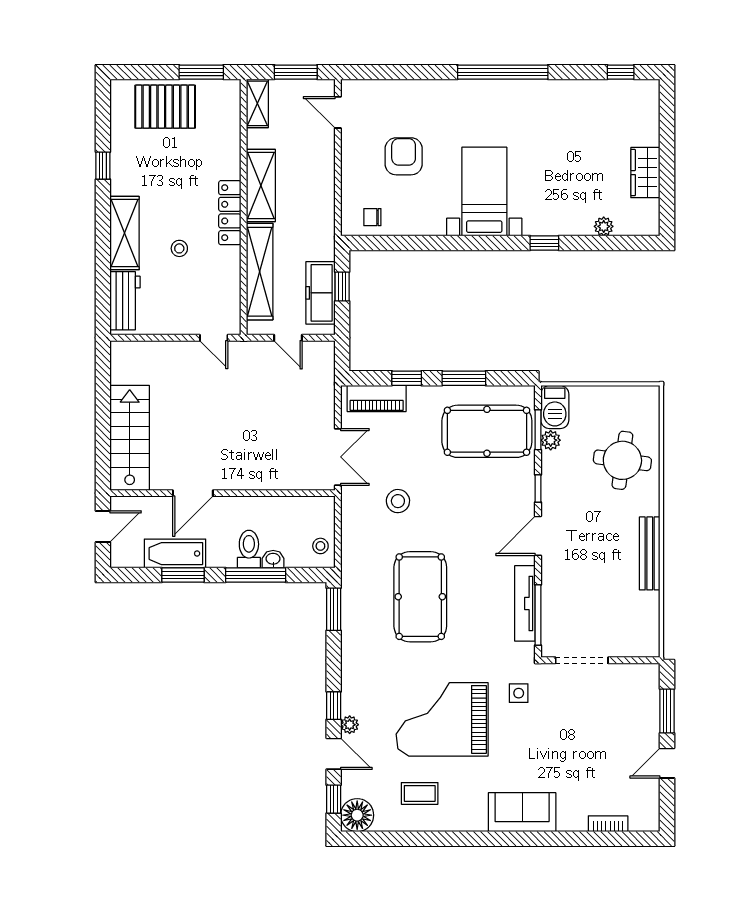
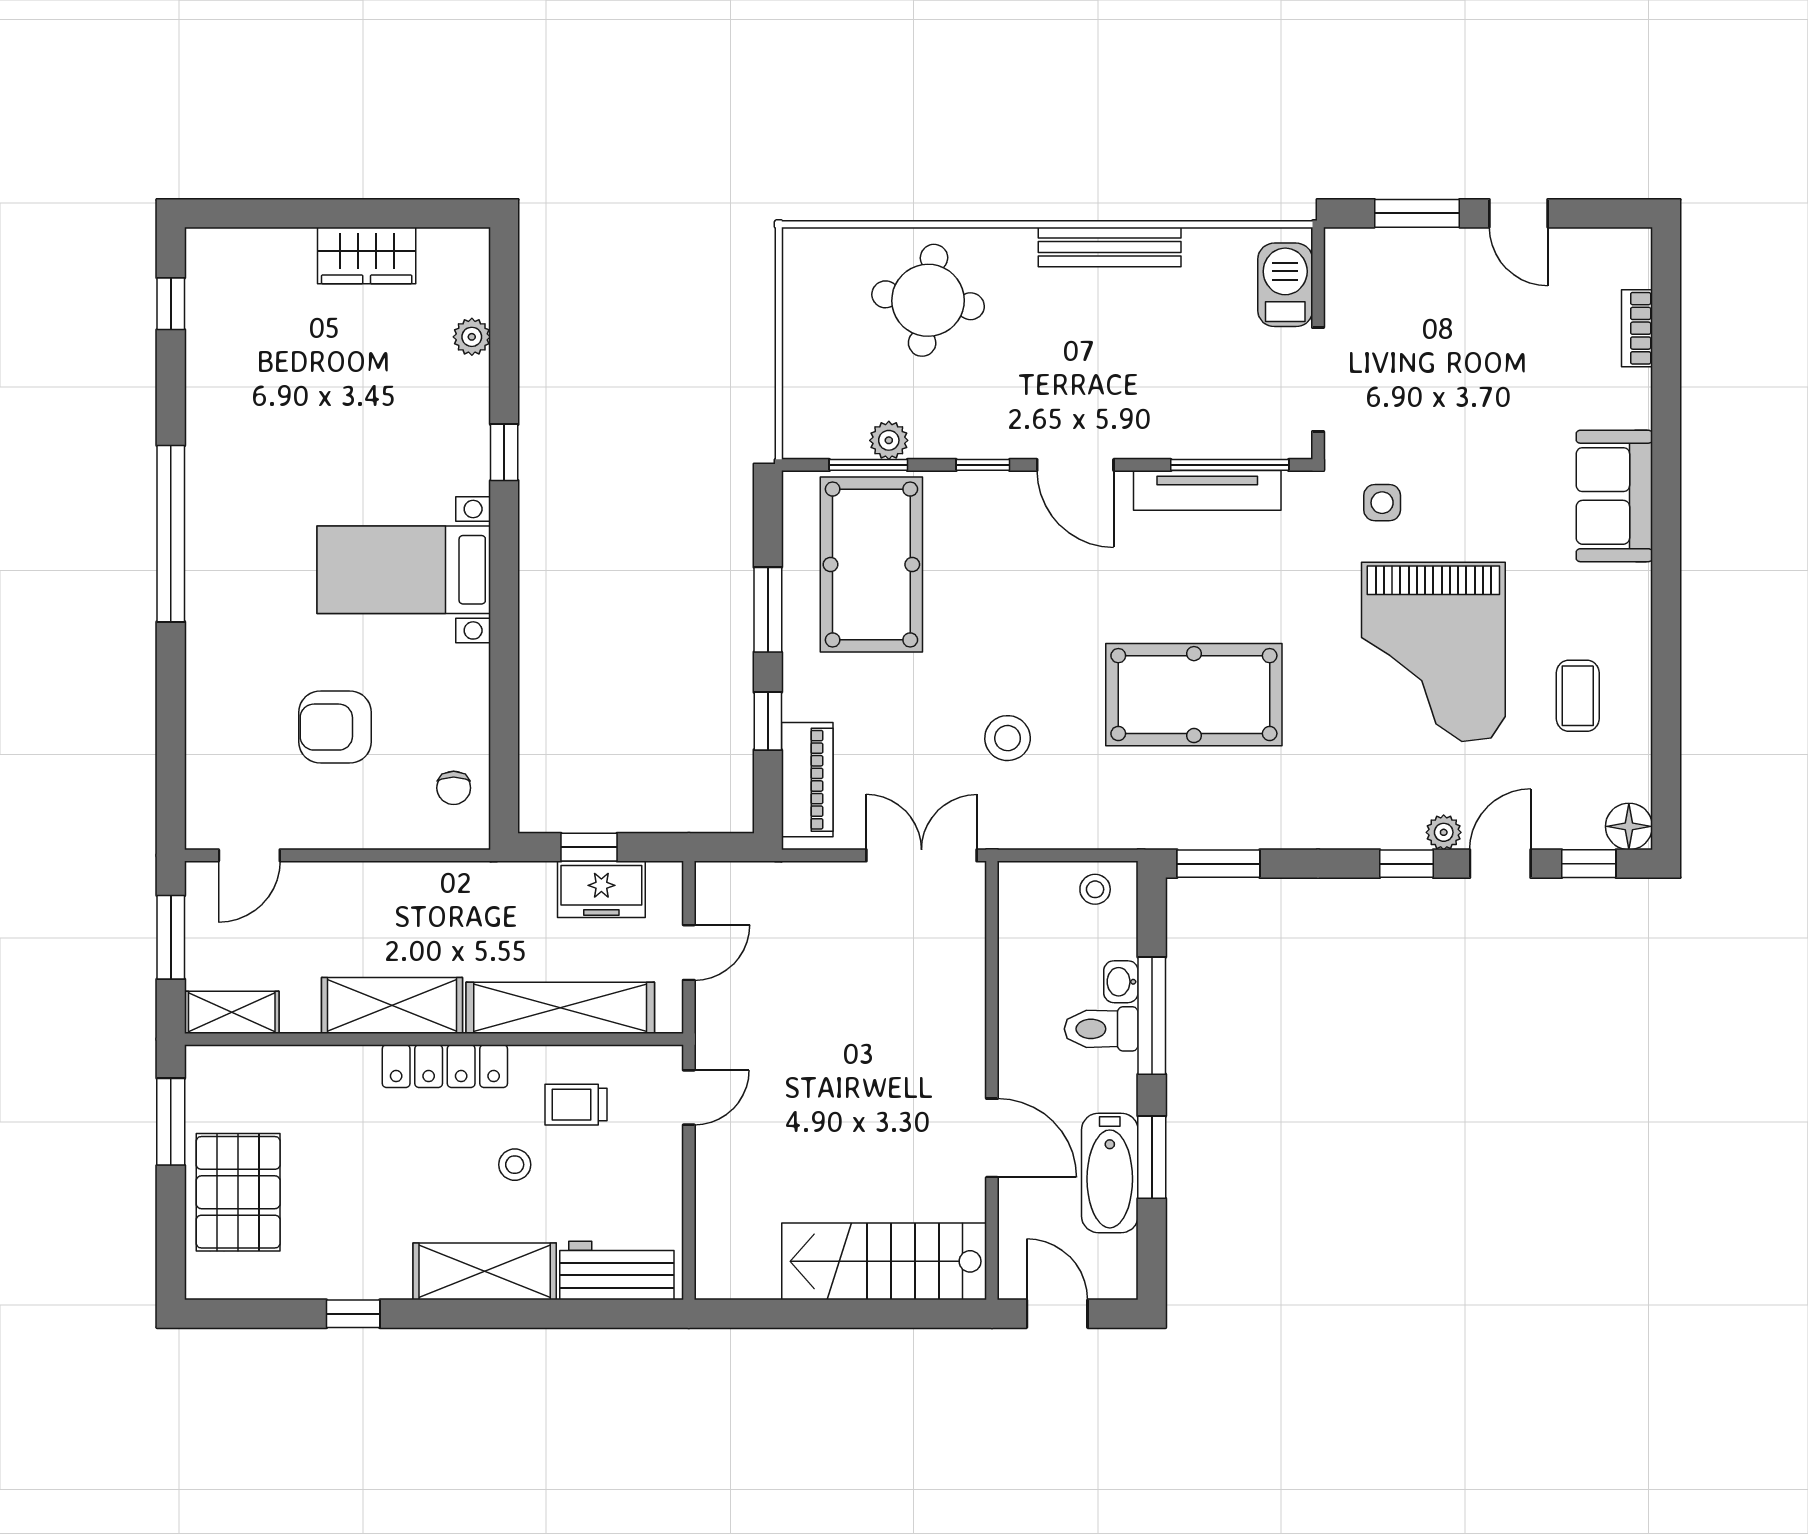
trolley: (210, 280) -> (576, 1105), added
freezer: (320, 293) -> (601, 889), width x0.71
barbecue: (555, 407) -> (1285, 285), moved, turned -90
floor lamp: (357, 815) -> (1629, 826), width x0.73, depth x0.73

